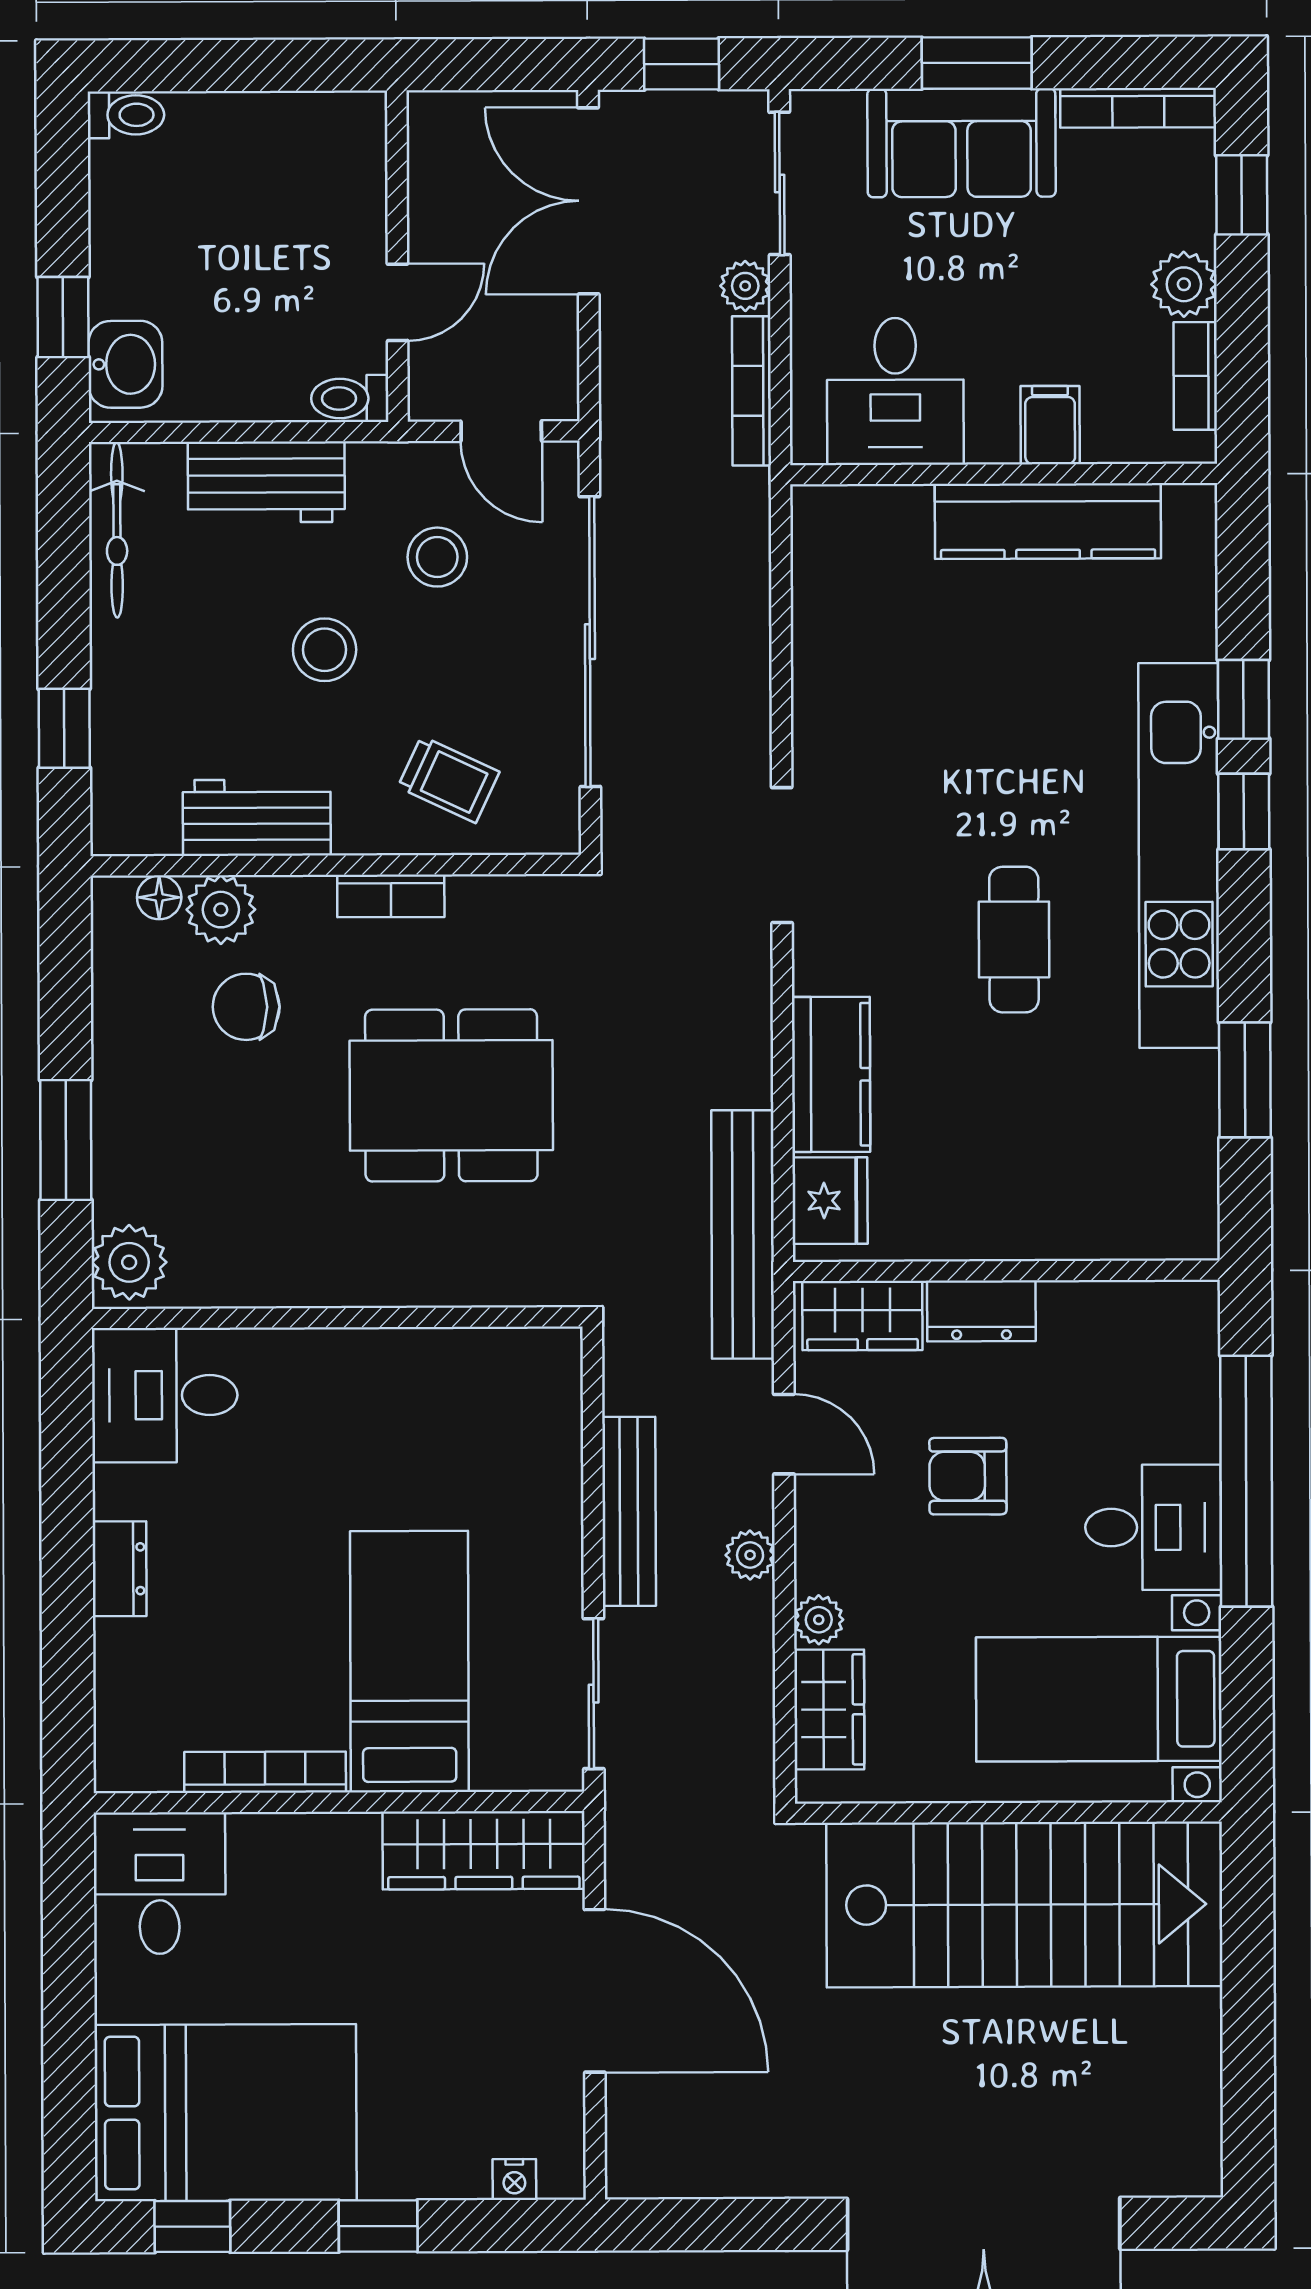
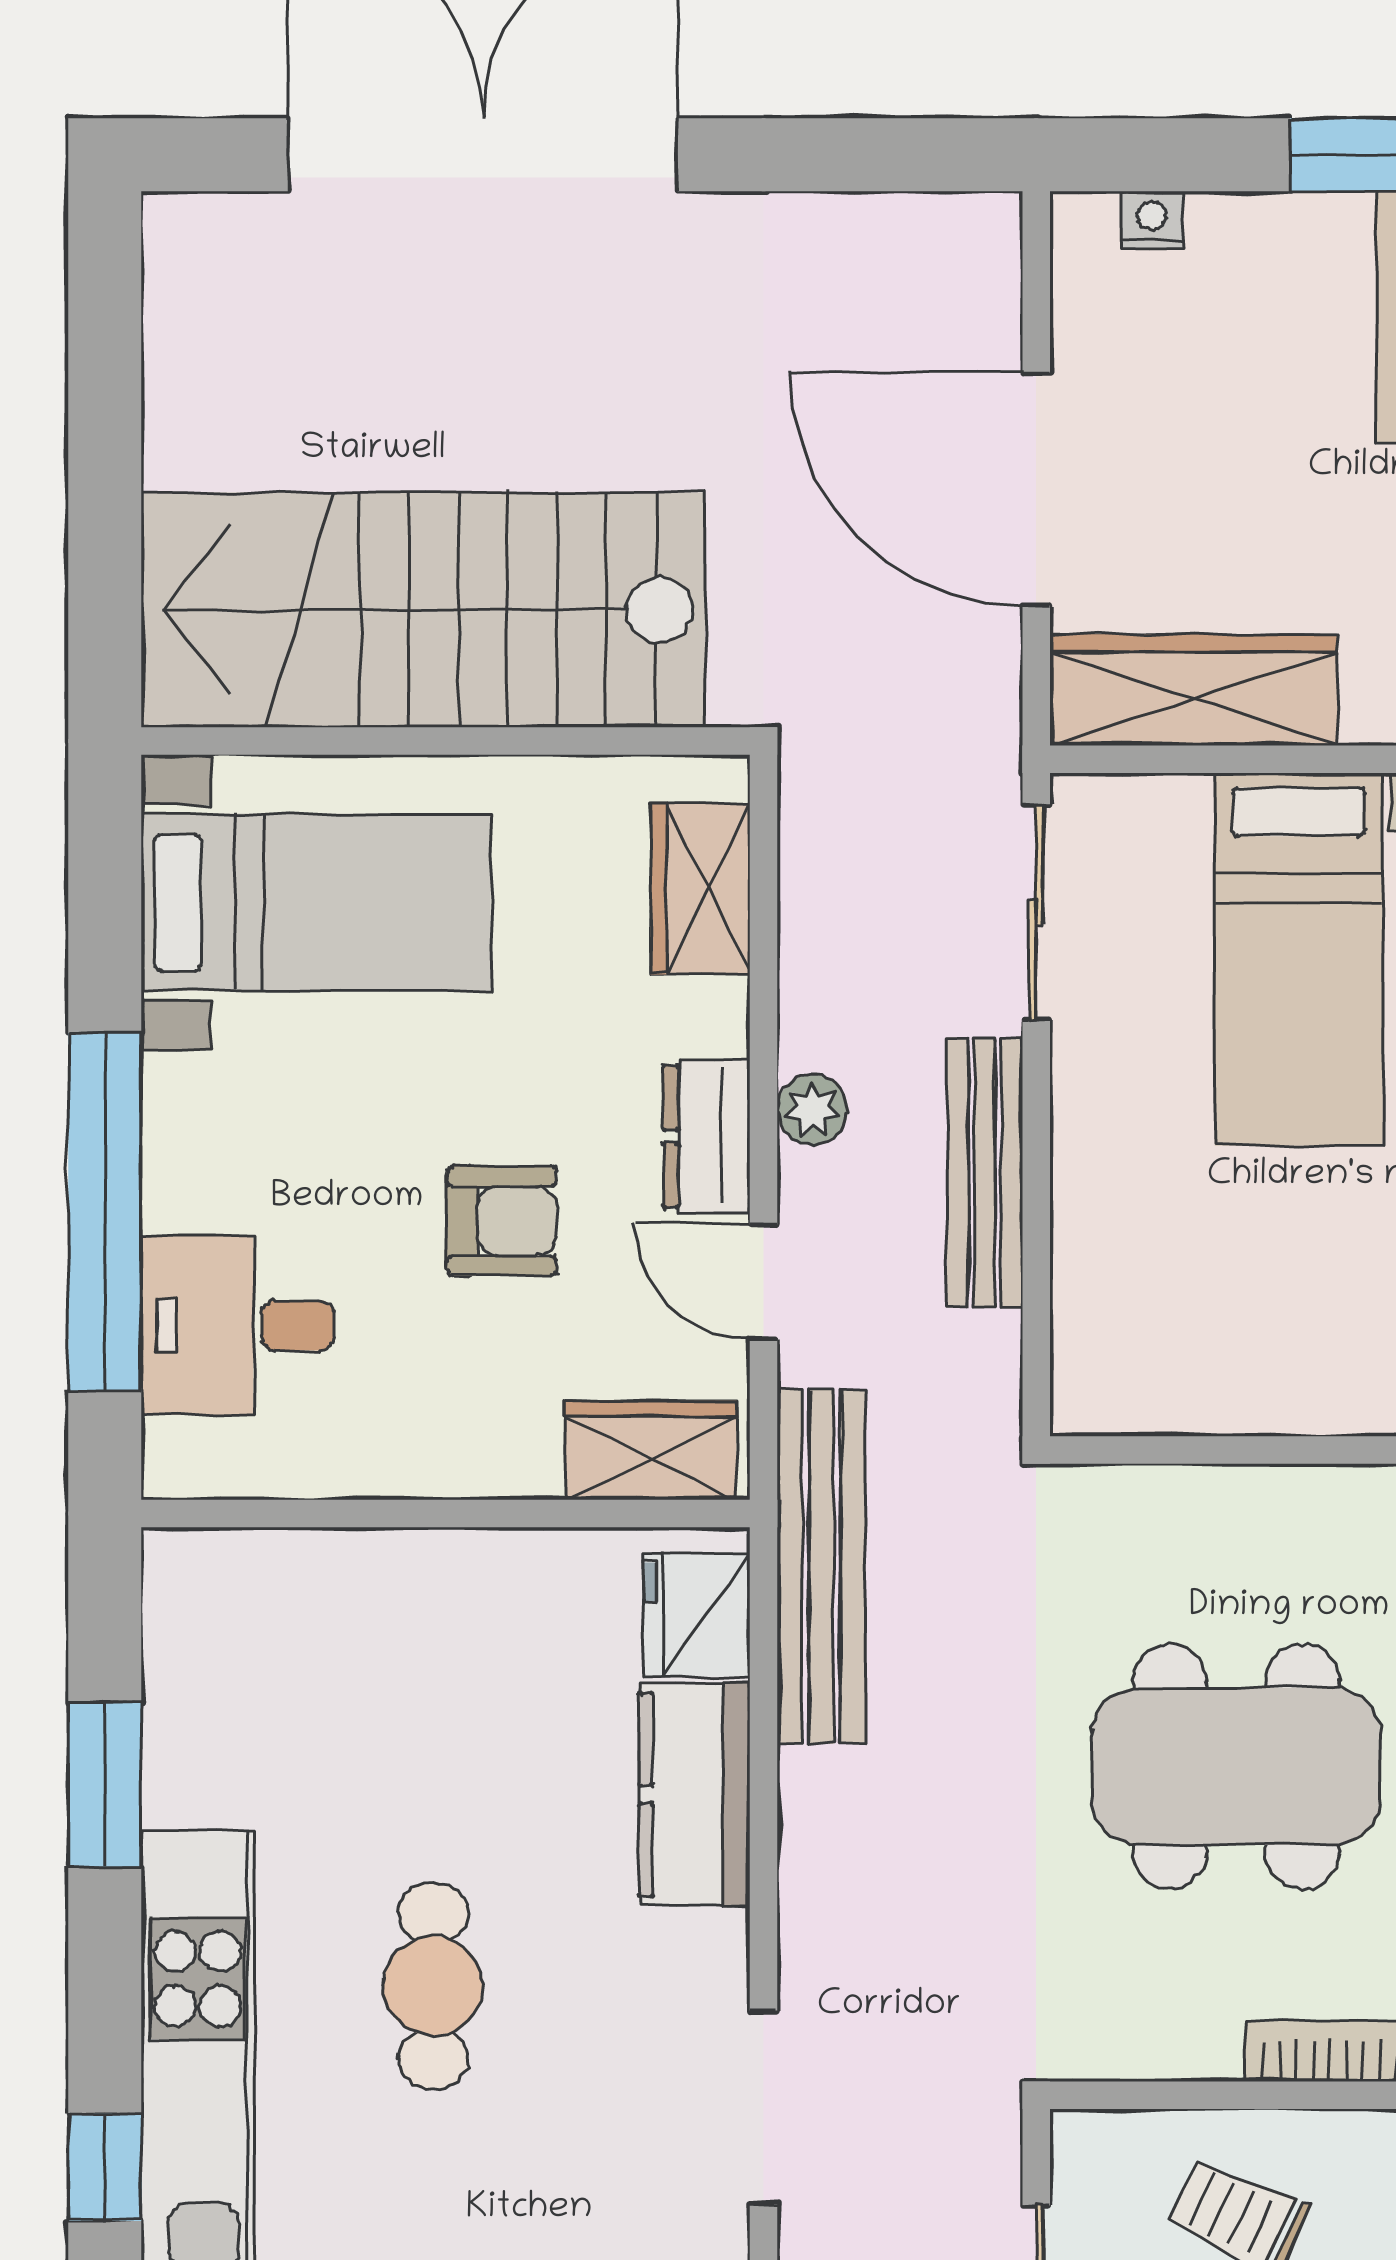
dresser: (981, 1311) -> (707, 1136), moved, turned -90
desk: (1153, 1527) -> (238, 1325), moved
plant: (819, 1620) -> (715, 1017), removed

